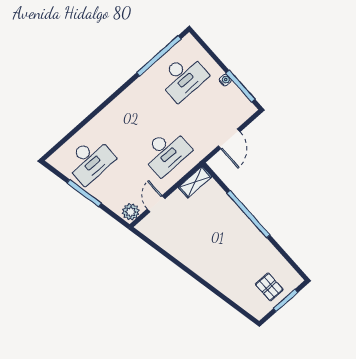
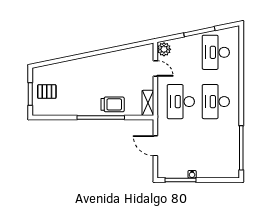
desk: (183, 77) -> (216, 102), moved
trolley: (226, 214) -> (113, 104), added

